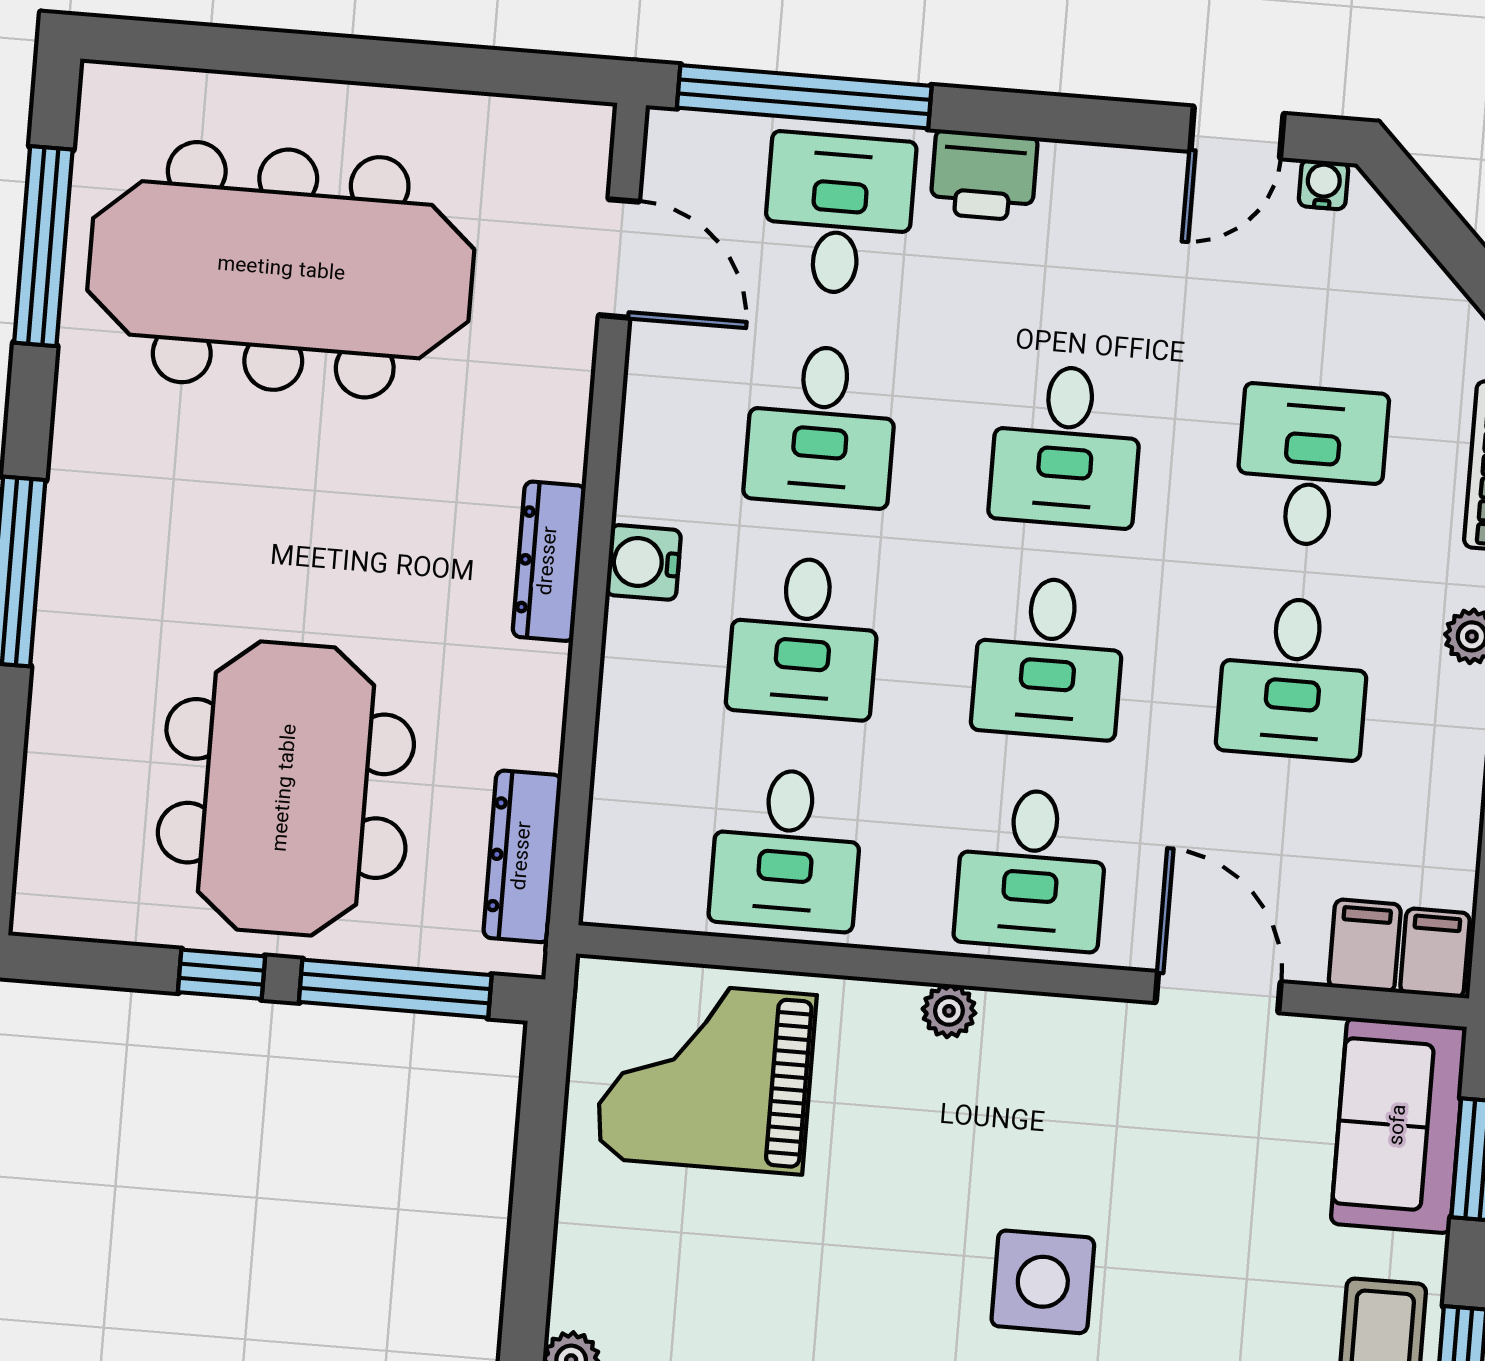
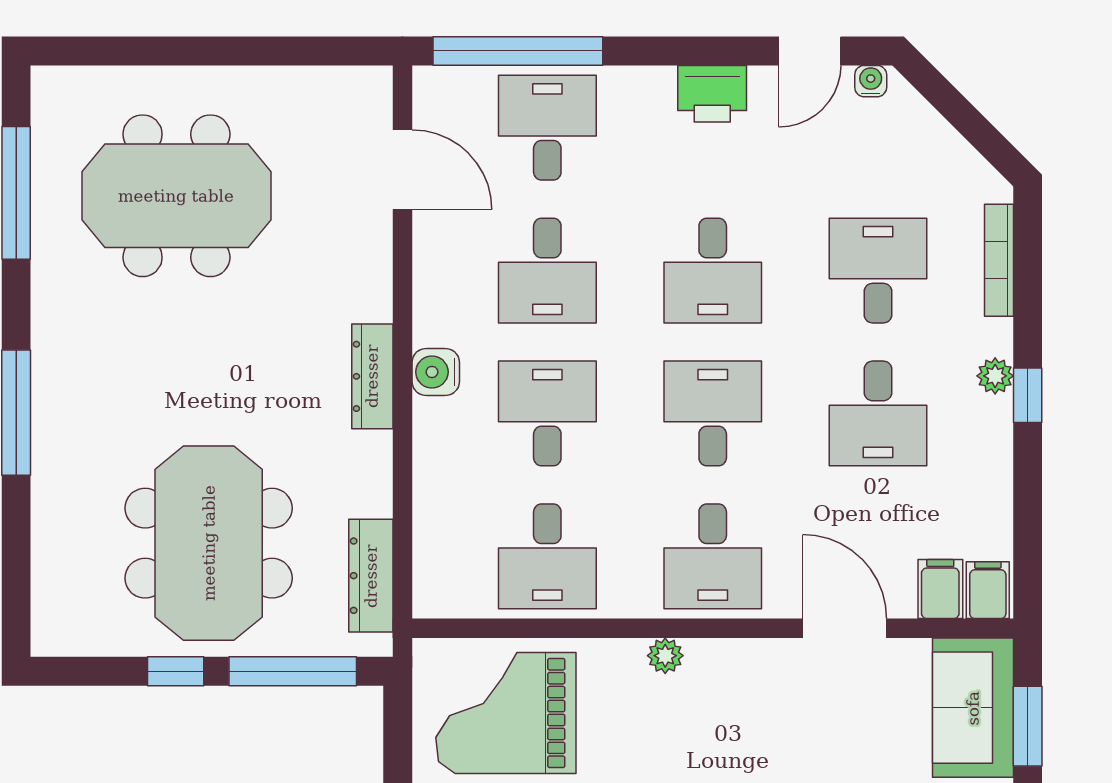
printer: (984, 175) -> (712, 94), moved
meeting table: (281, 270) -> (176, 196), width x0.73
desk: (804, 638) -> (547, 413), turned 180
desk: (1049, 658) -> (713, 413), turned 180

